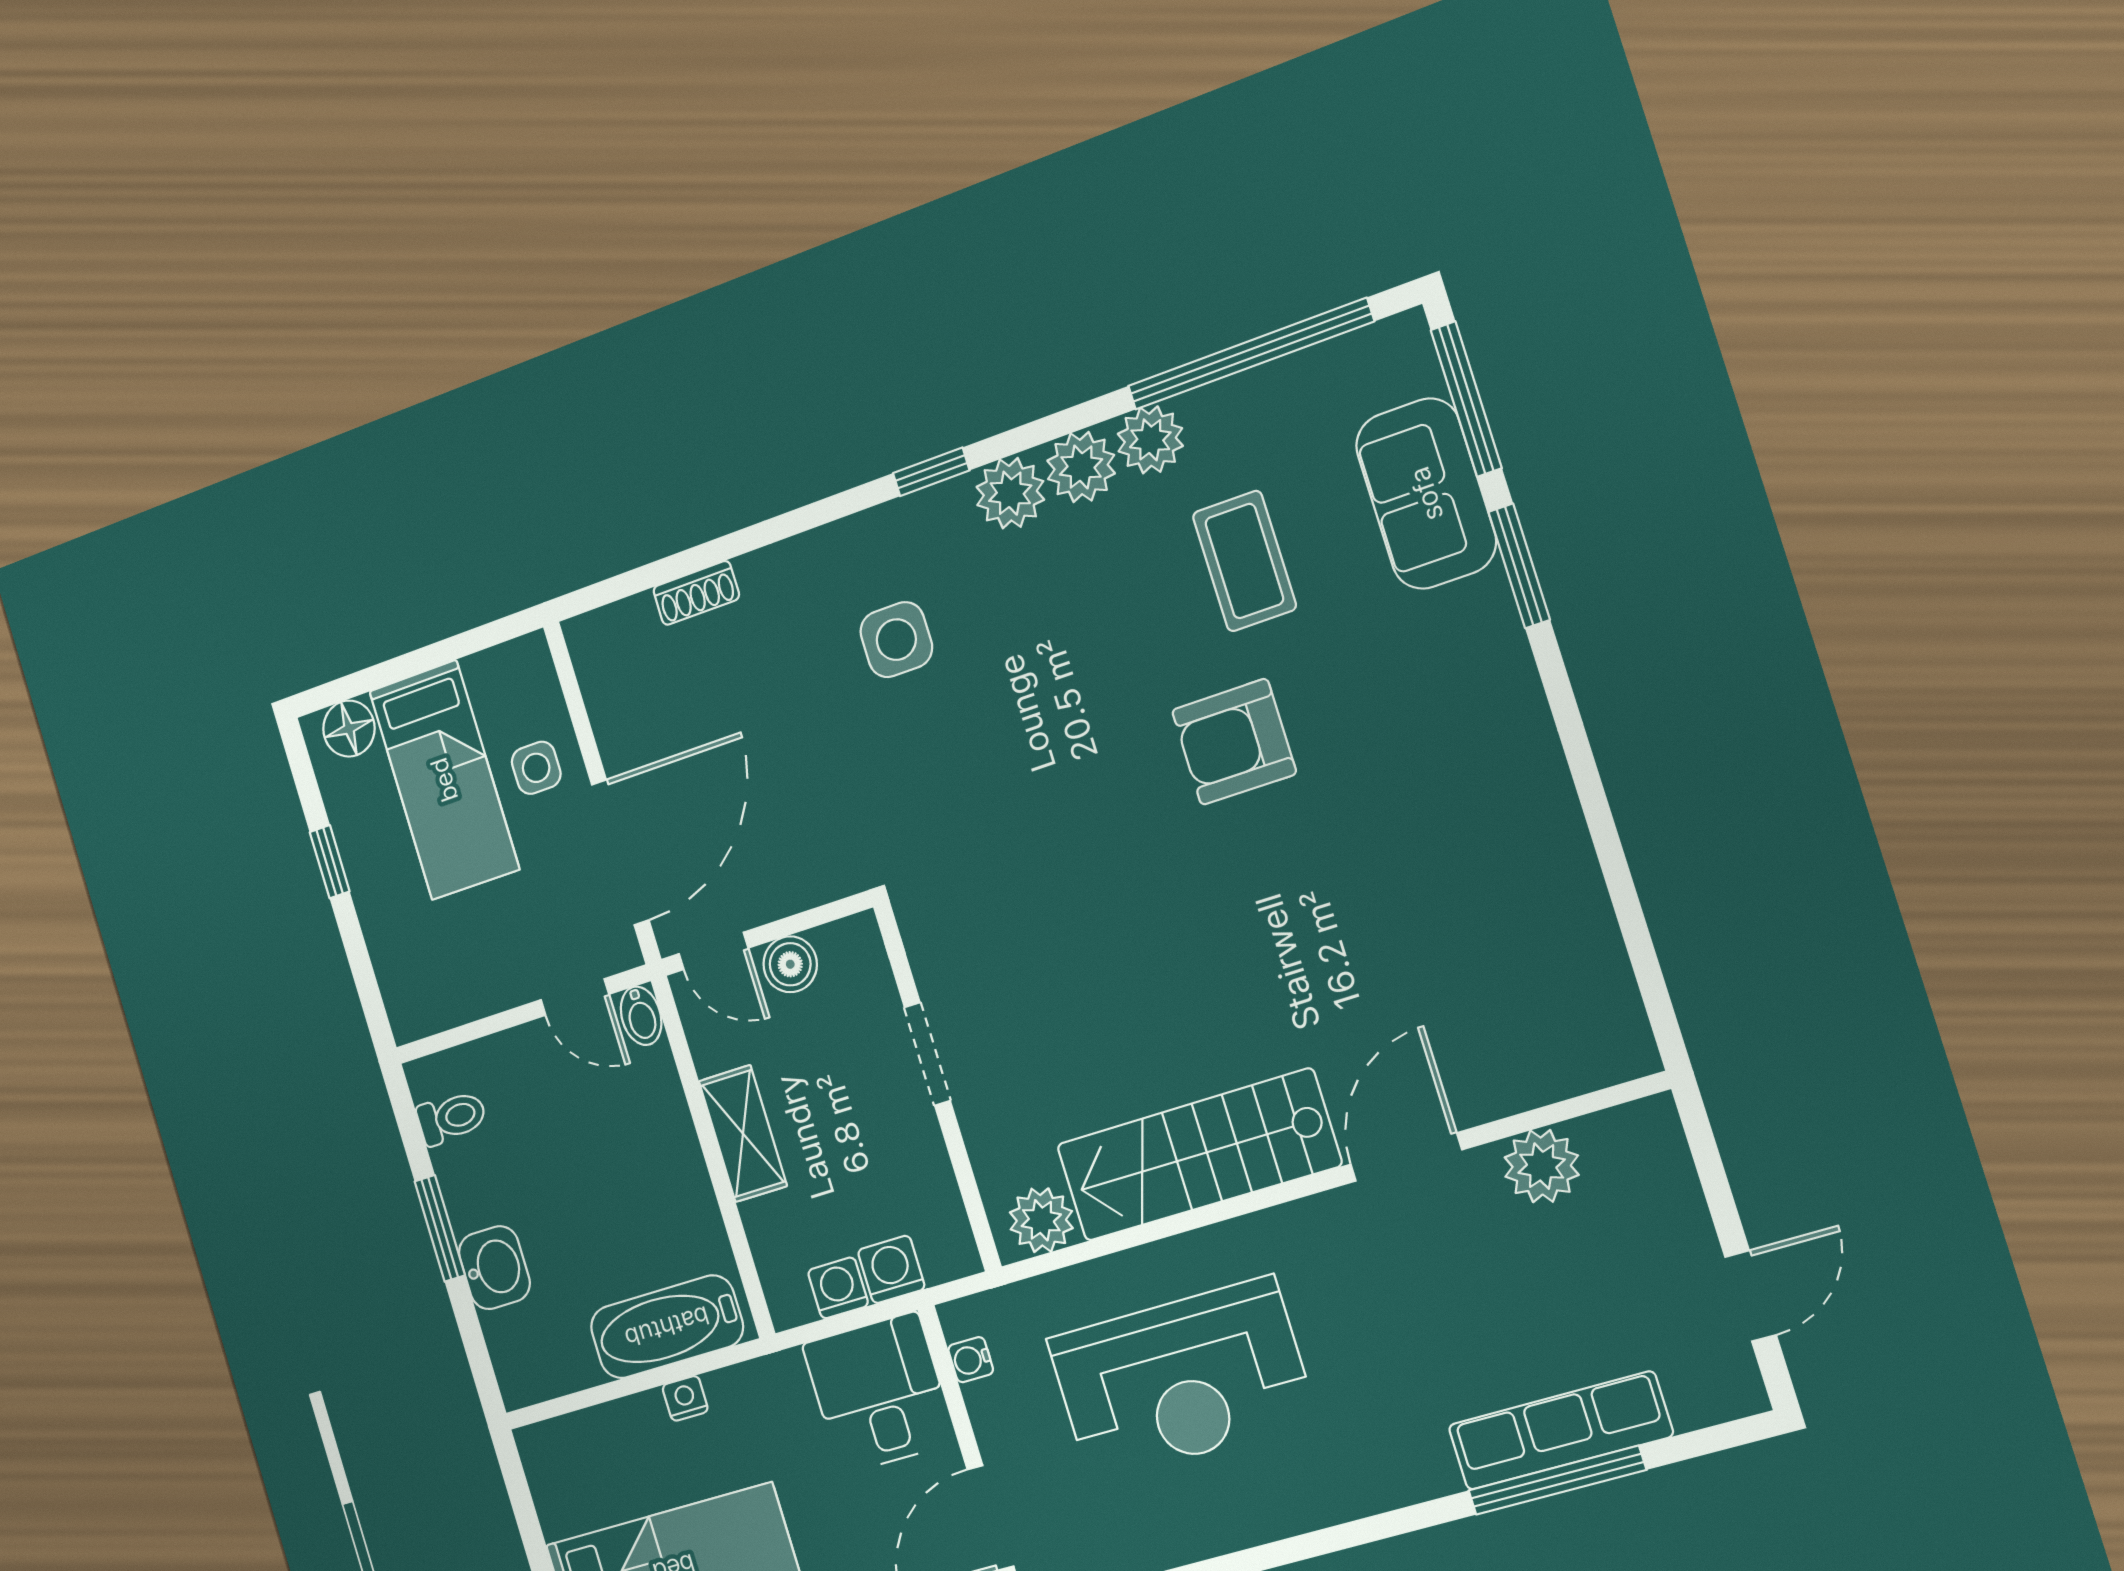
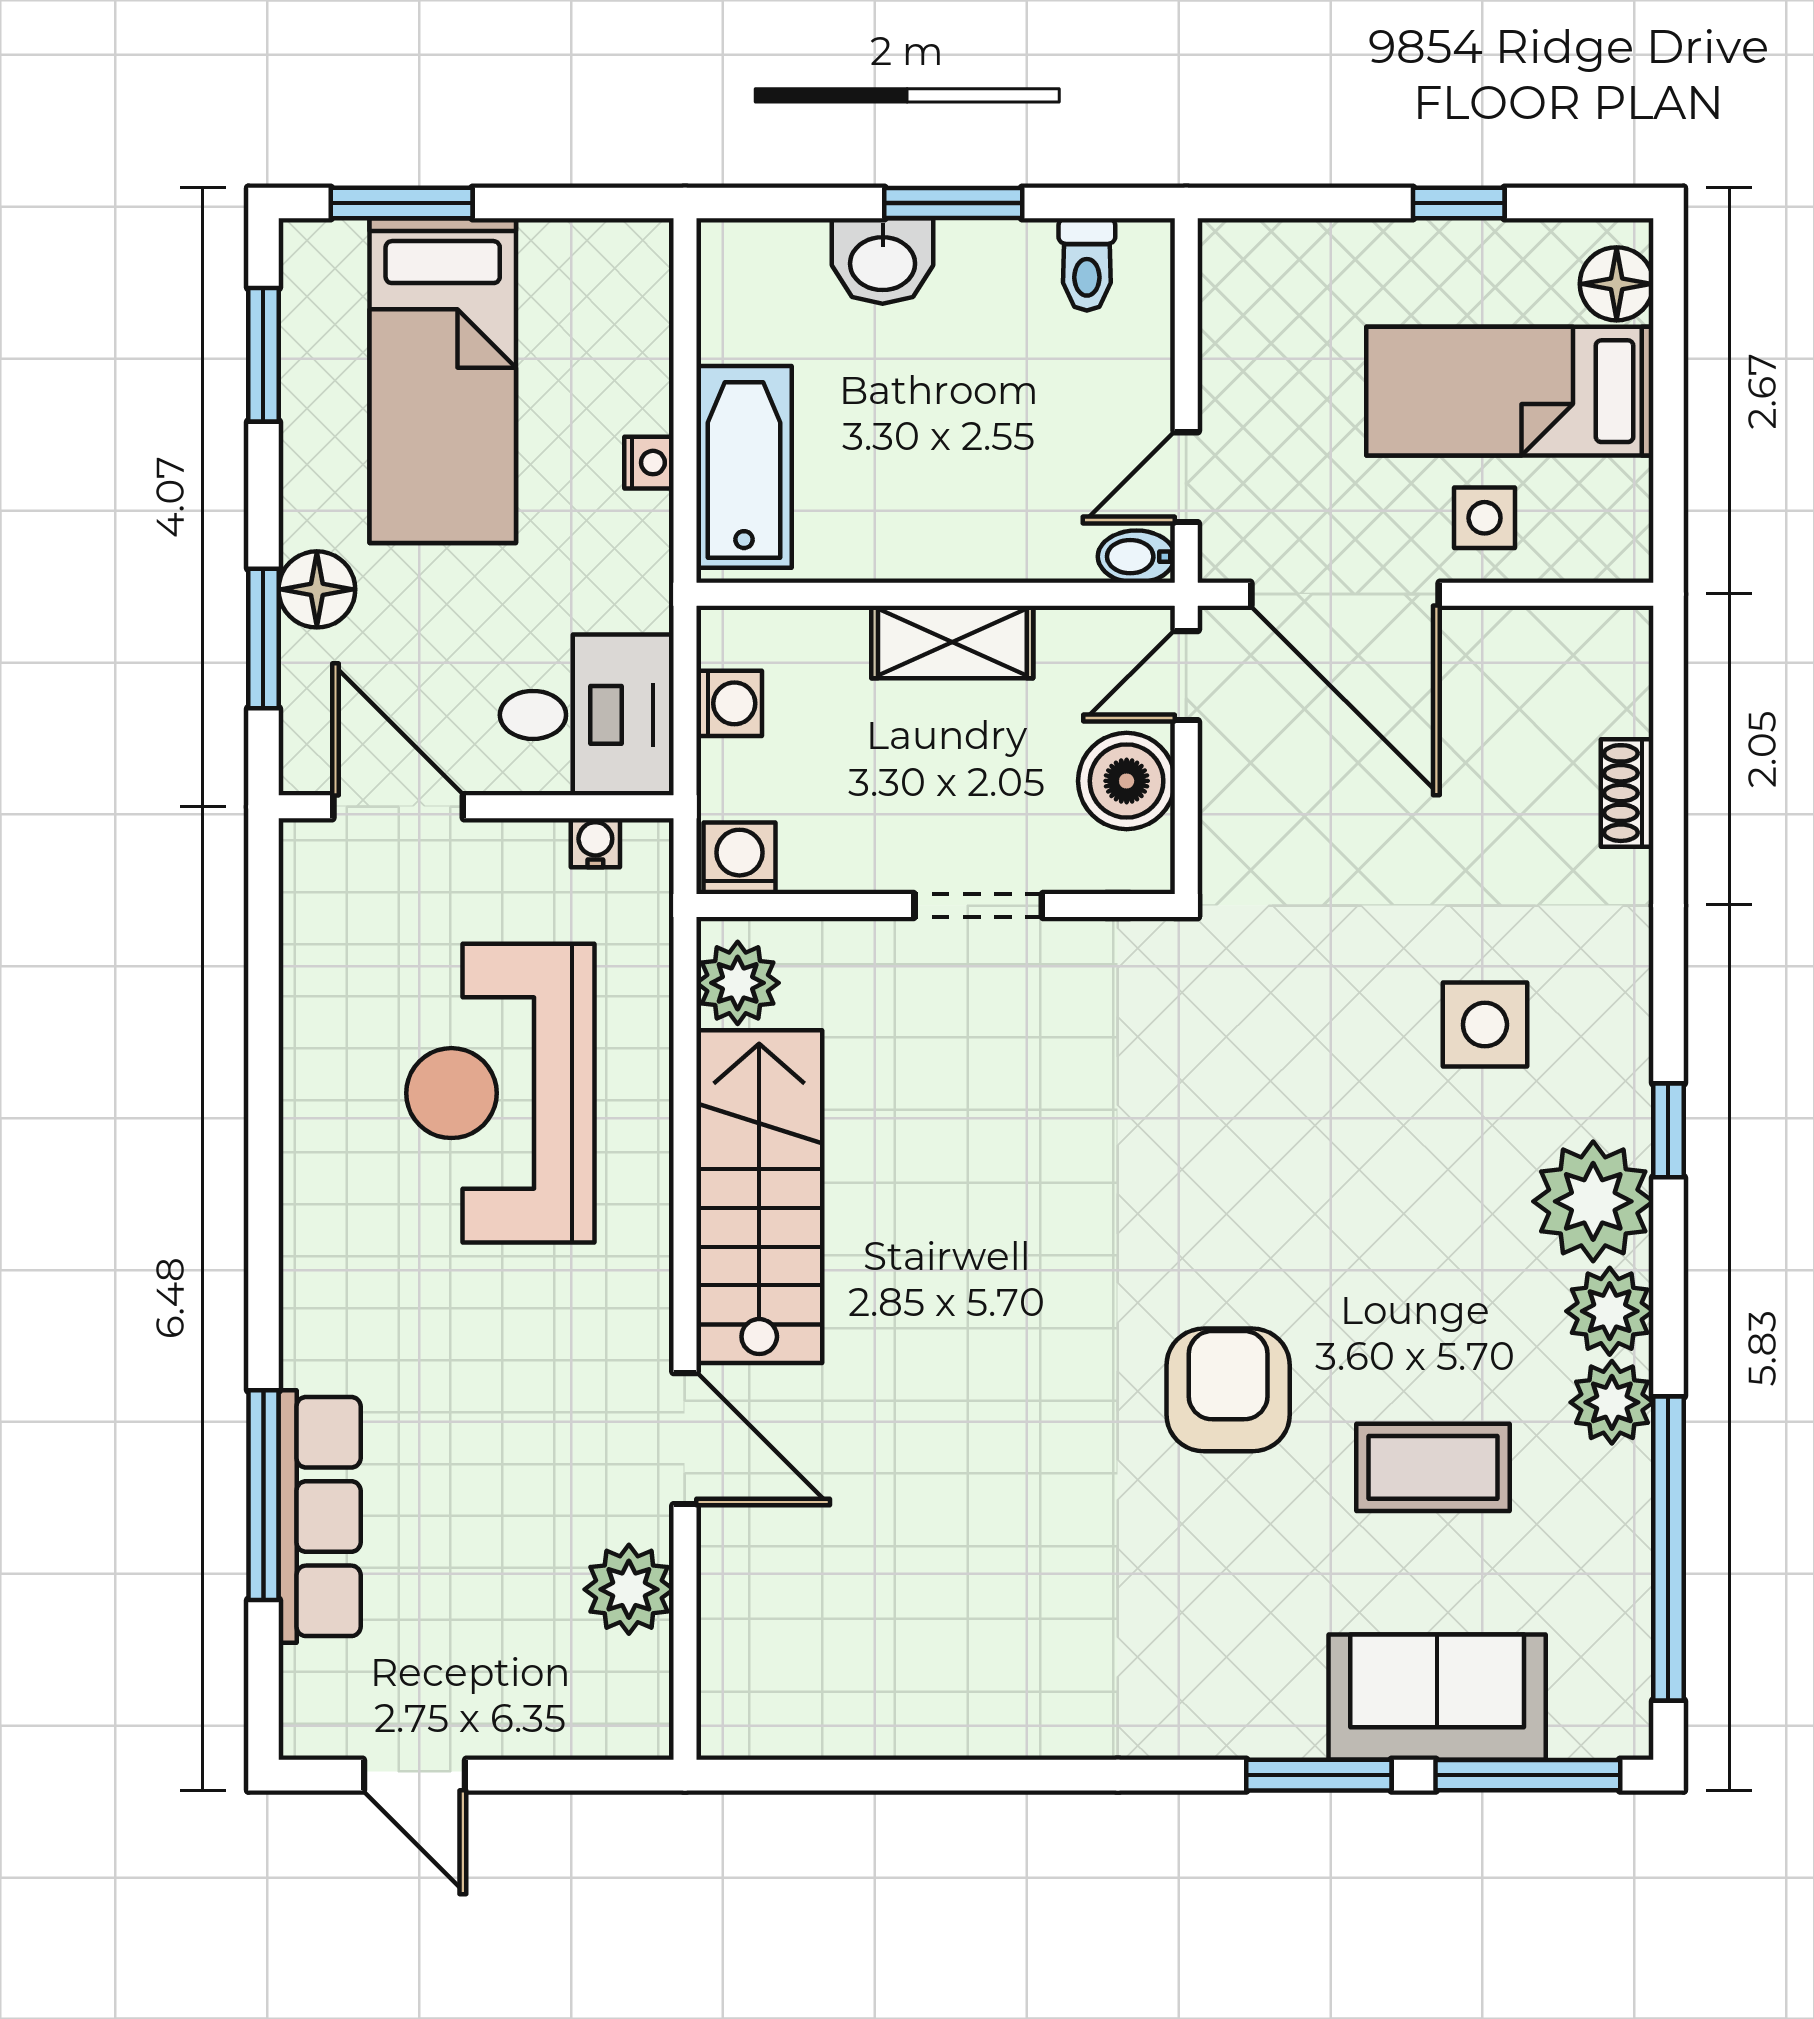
plant: (1010, 493) -> (1593, 1201), width x1.36, depth x1.36
boiler: (790, 964) -> (1127, 781), width x1.36, depth x1.36
washing machine: (891, 1269) -> (739, 858), moved, turned -90

